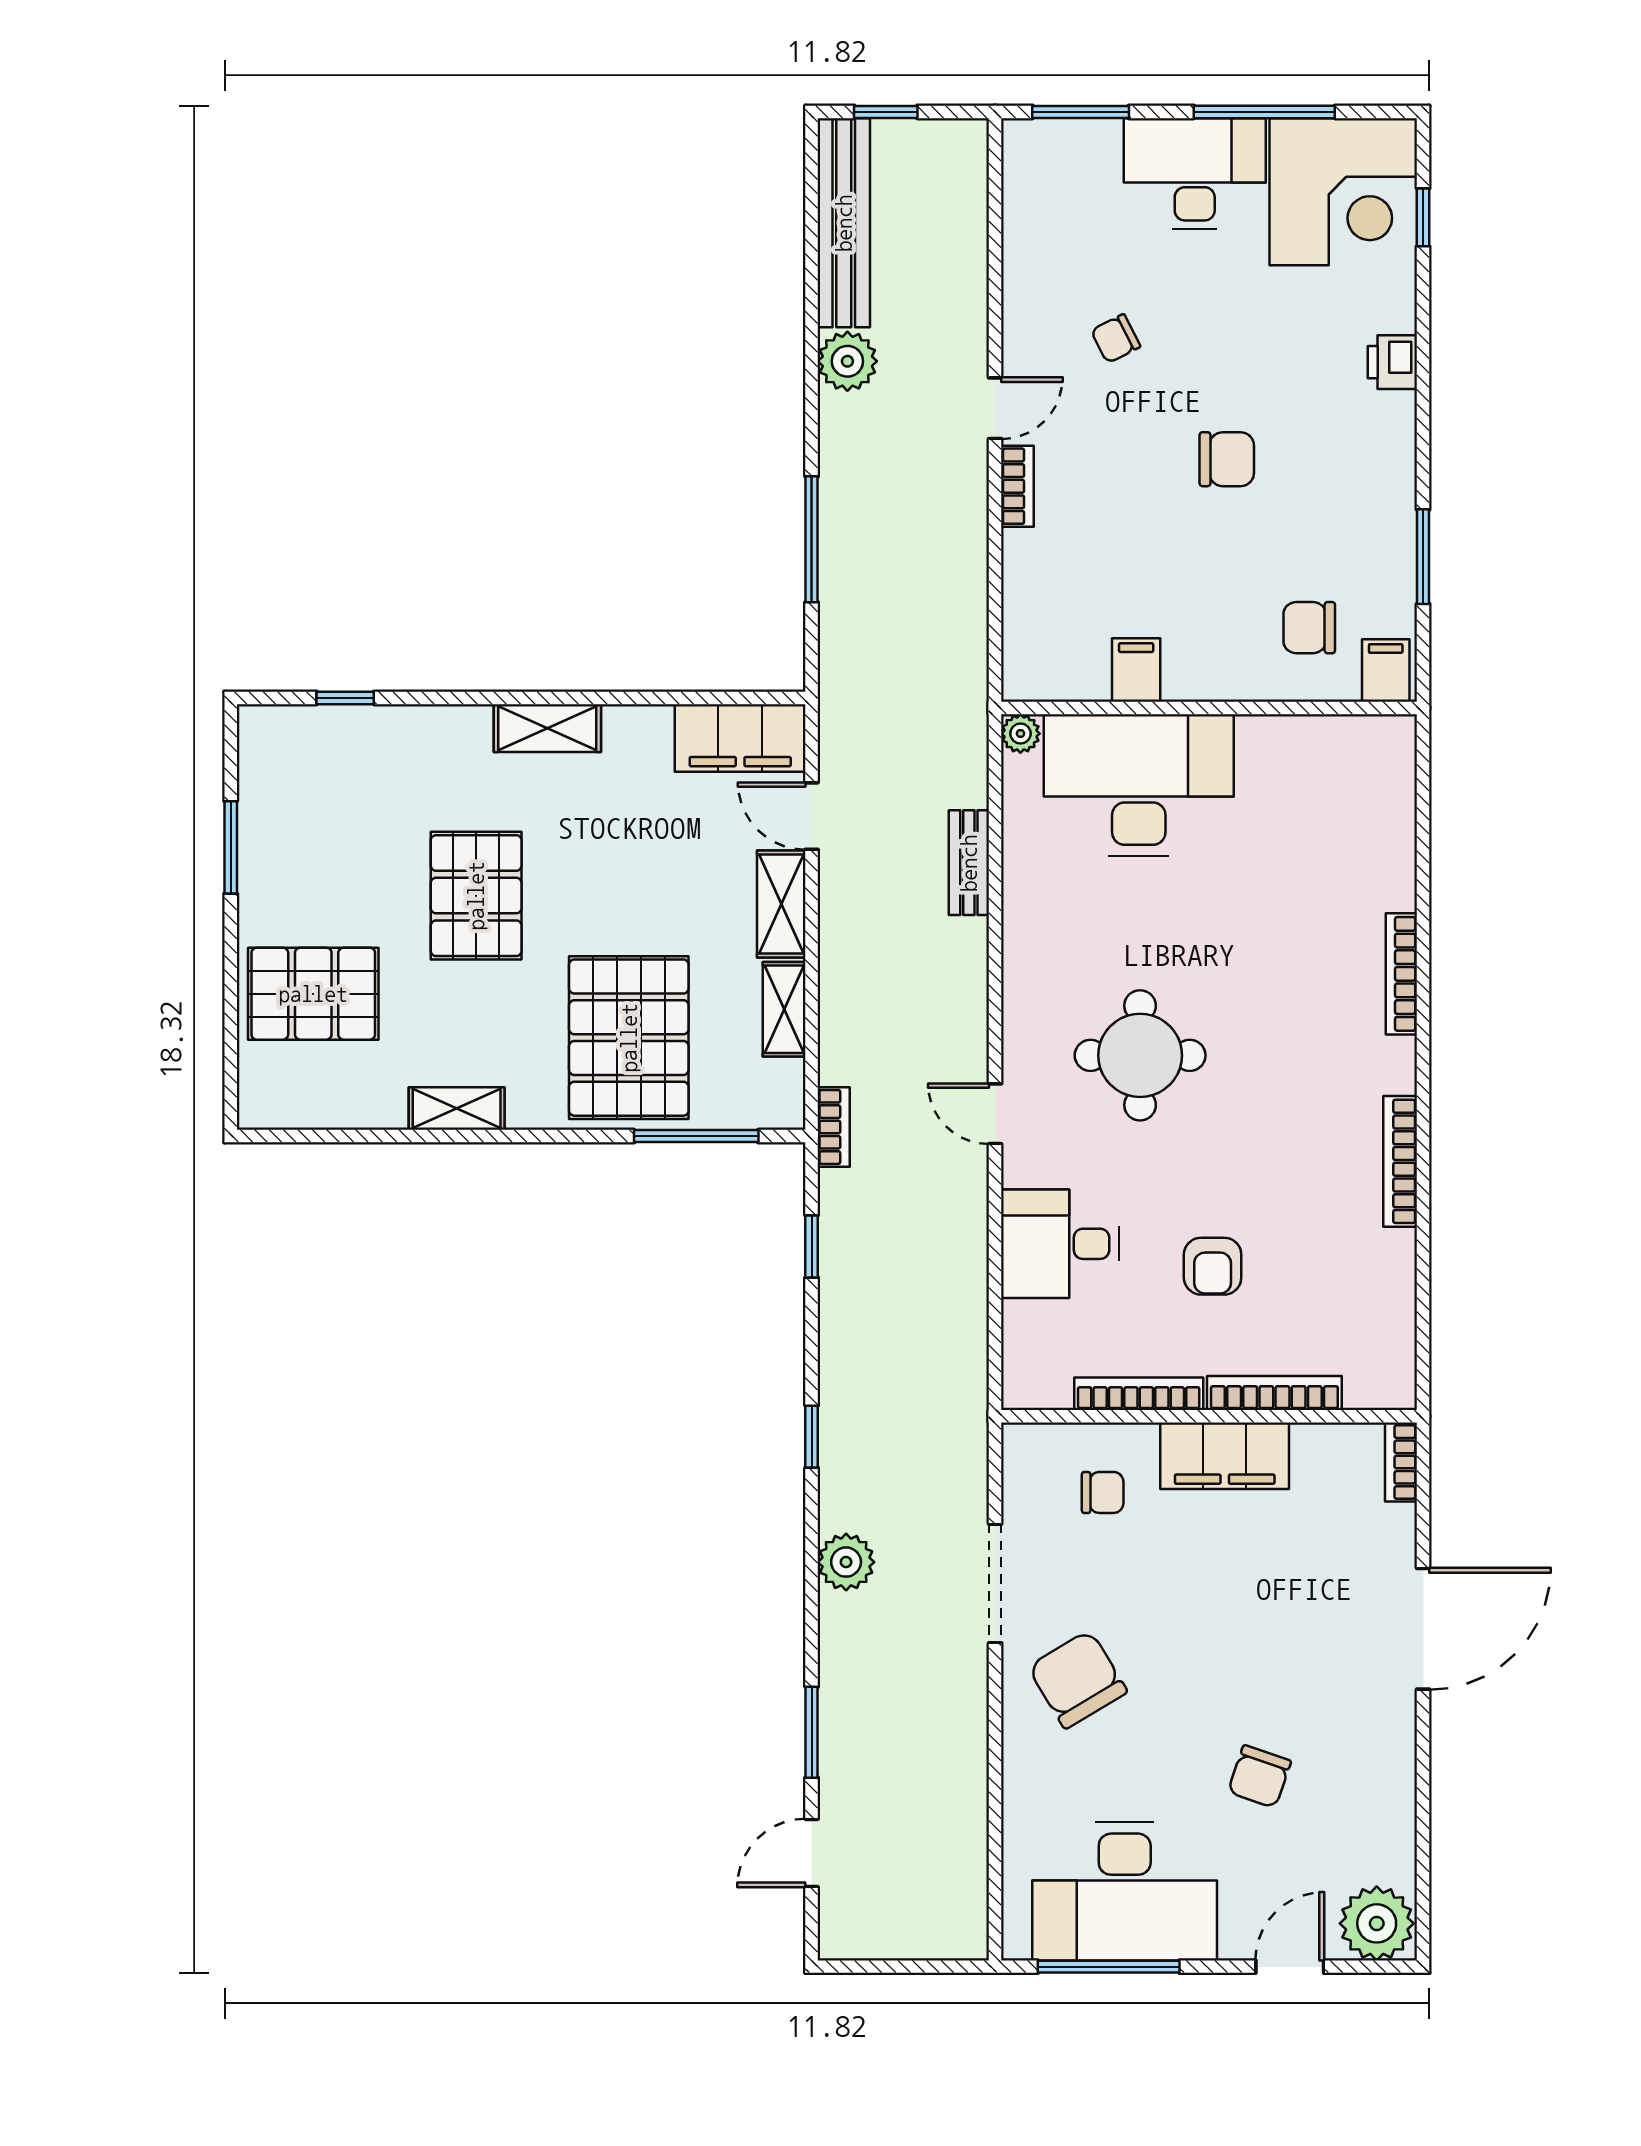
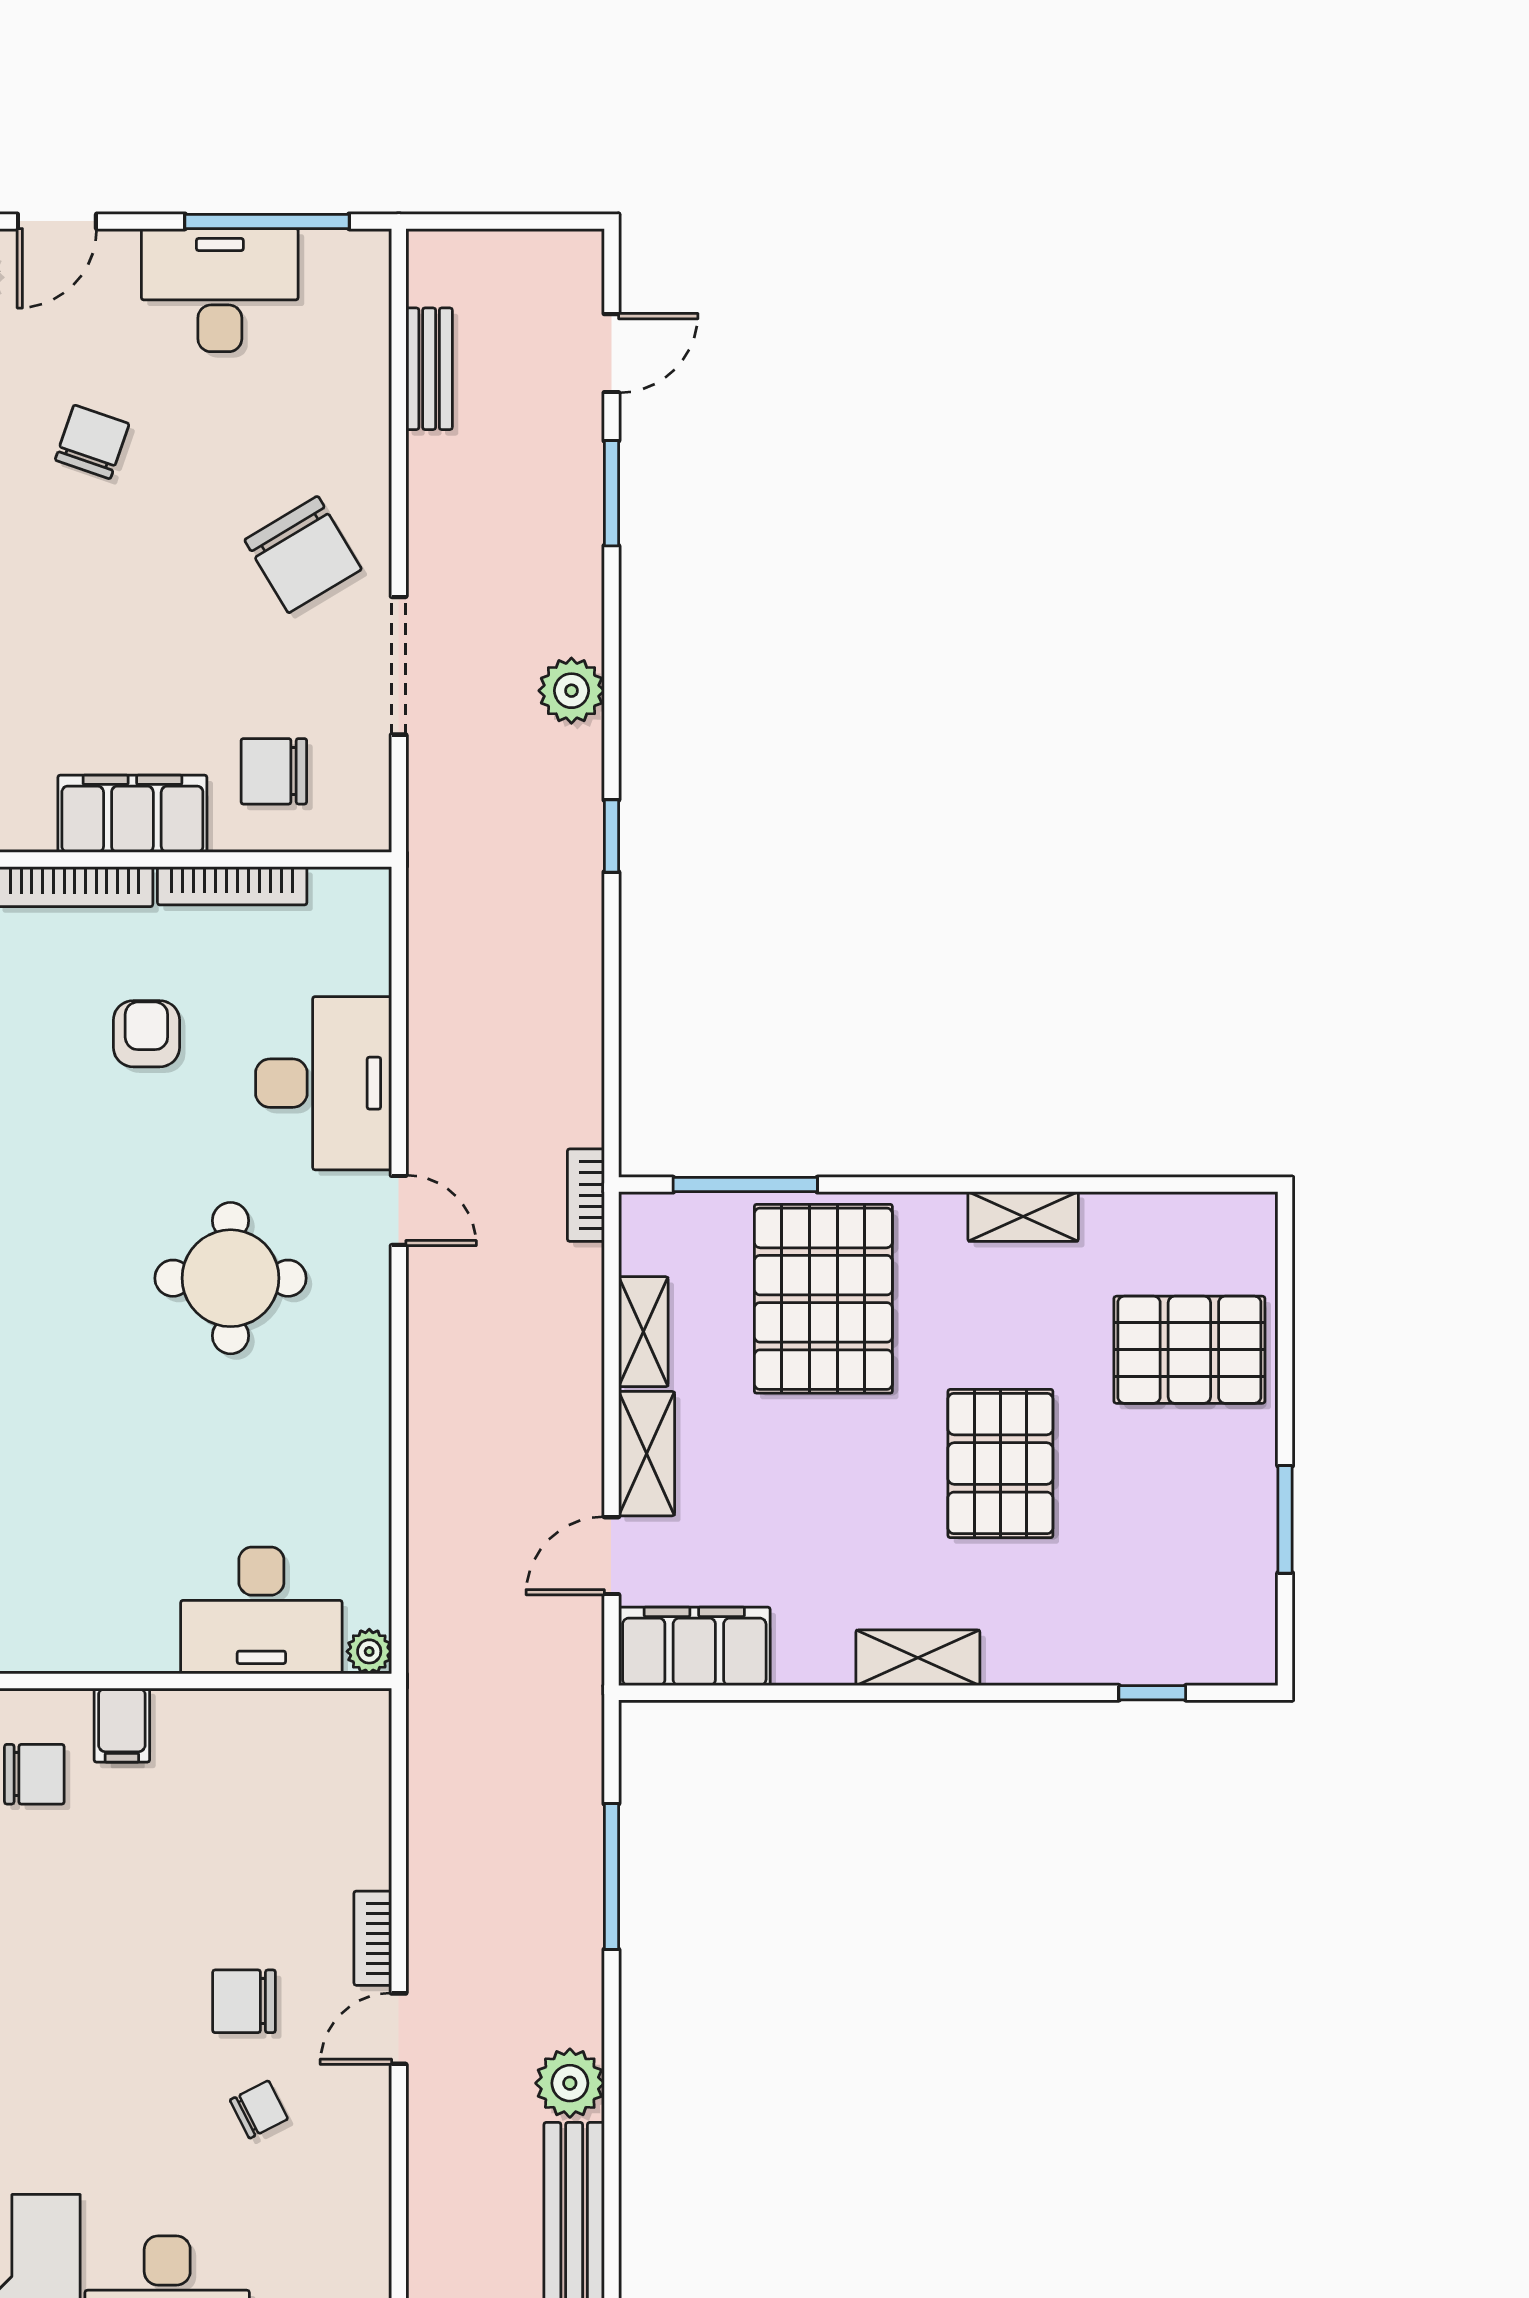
chair: (1227, 459) -> (244, 2001), moved
filing cabinet: (1136, 670) -> (122, 1725), moved
desk: (1139, 785) -> (261, 1610), width x0.73, depth x0.77
door: (812, 816) -> (611, 1556), swing flipped
bench: (969, 863) -> (429, 369), moved
desk: (1060, 1244) -> (324, 1083), width x1.37
window: (812, 1246) -> (611, 1057), removed
chair: (1103, 1492) -> (274, 771), width x1.37, depth x1.37
desk: (1125, 1891) -> (220, 290), width x0.73, depth x0.77

